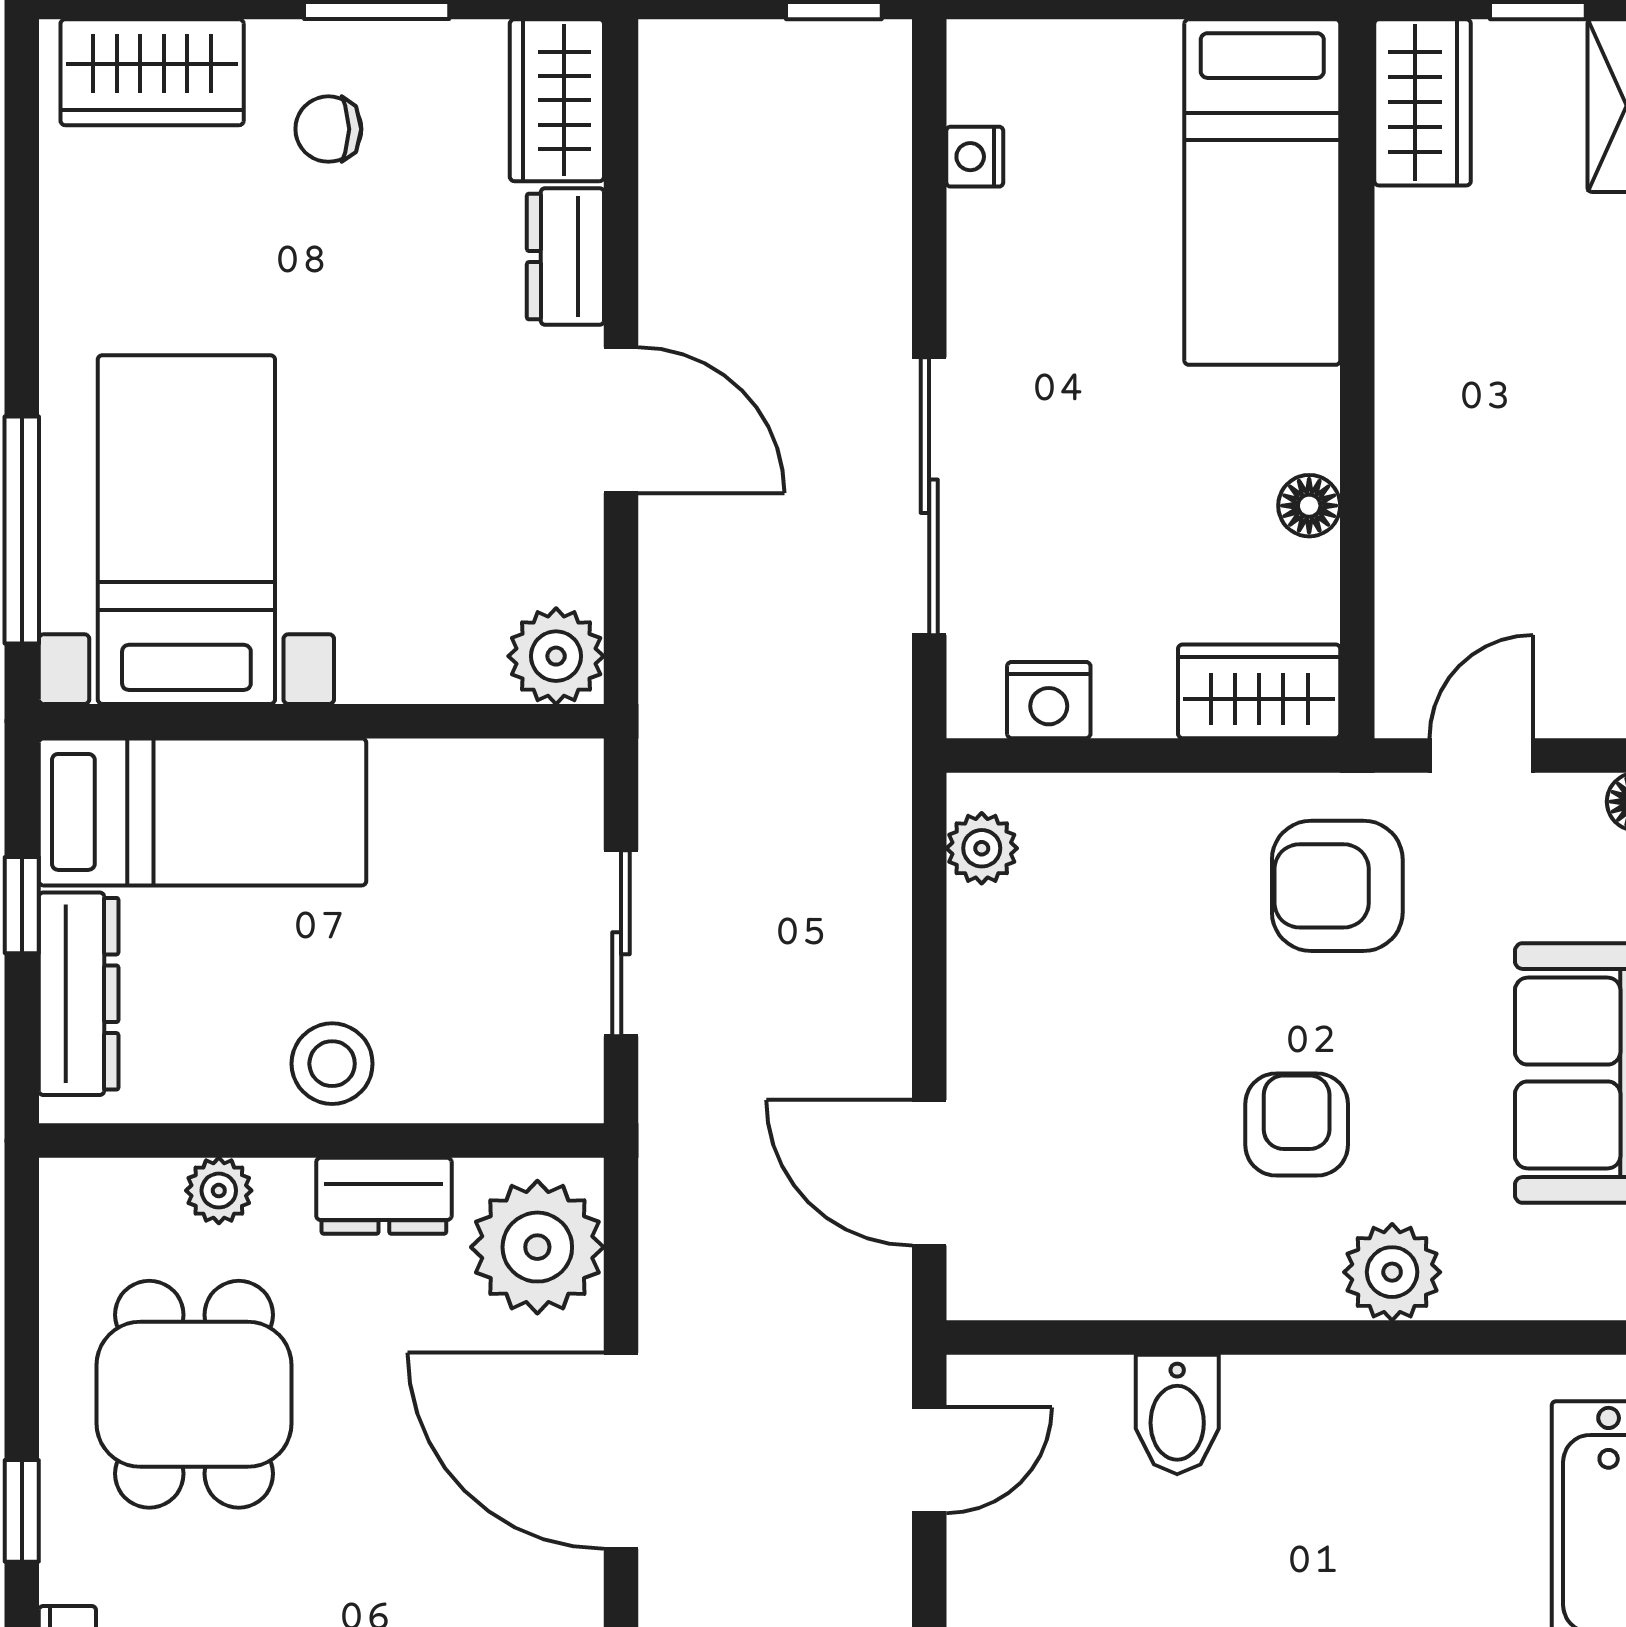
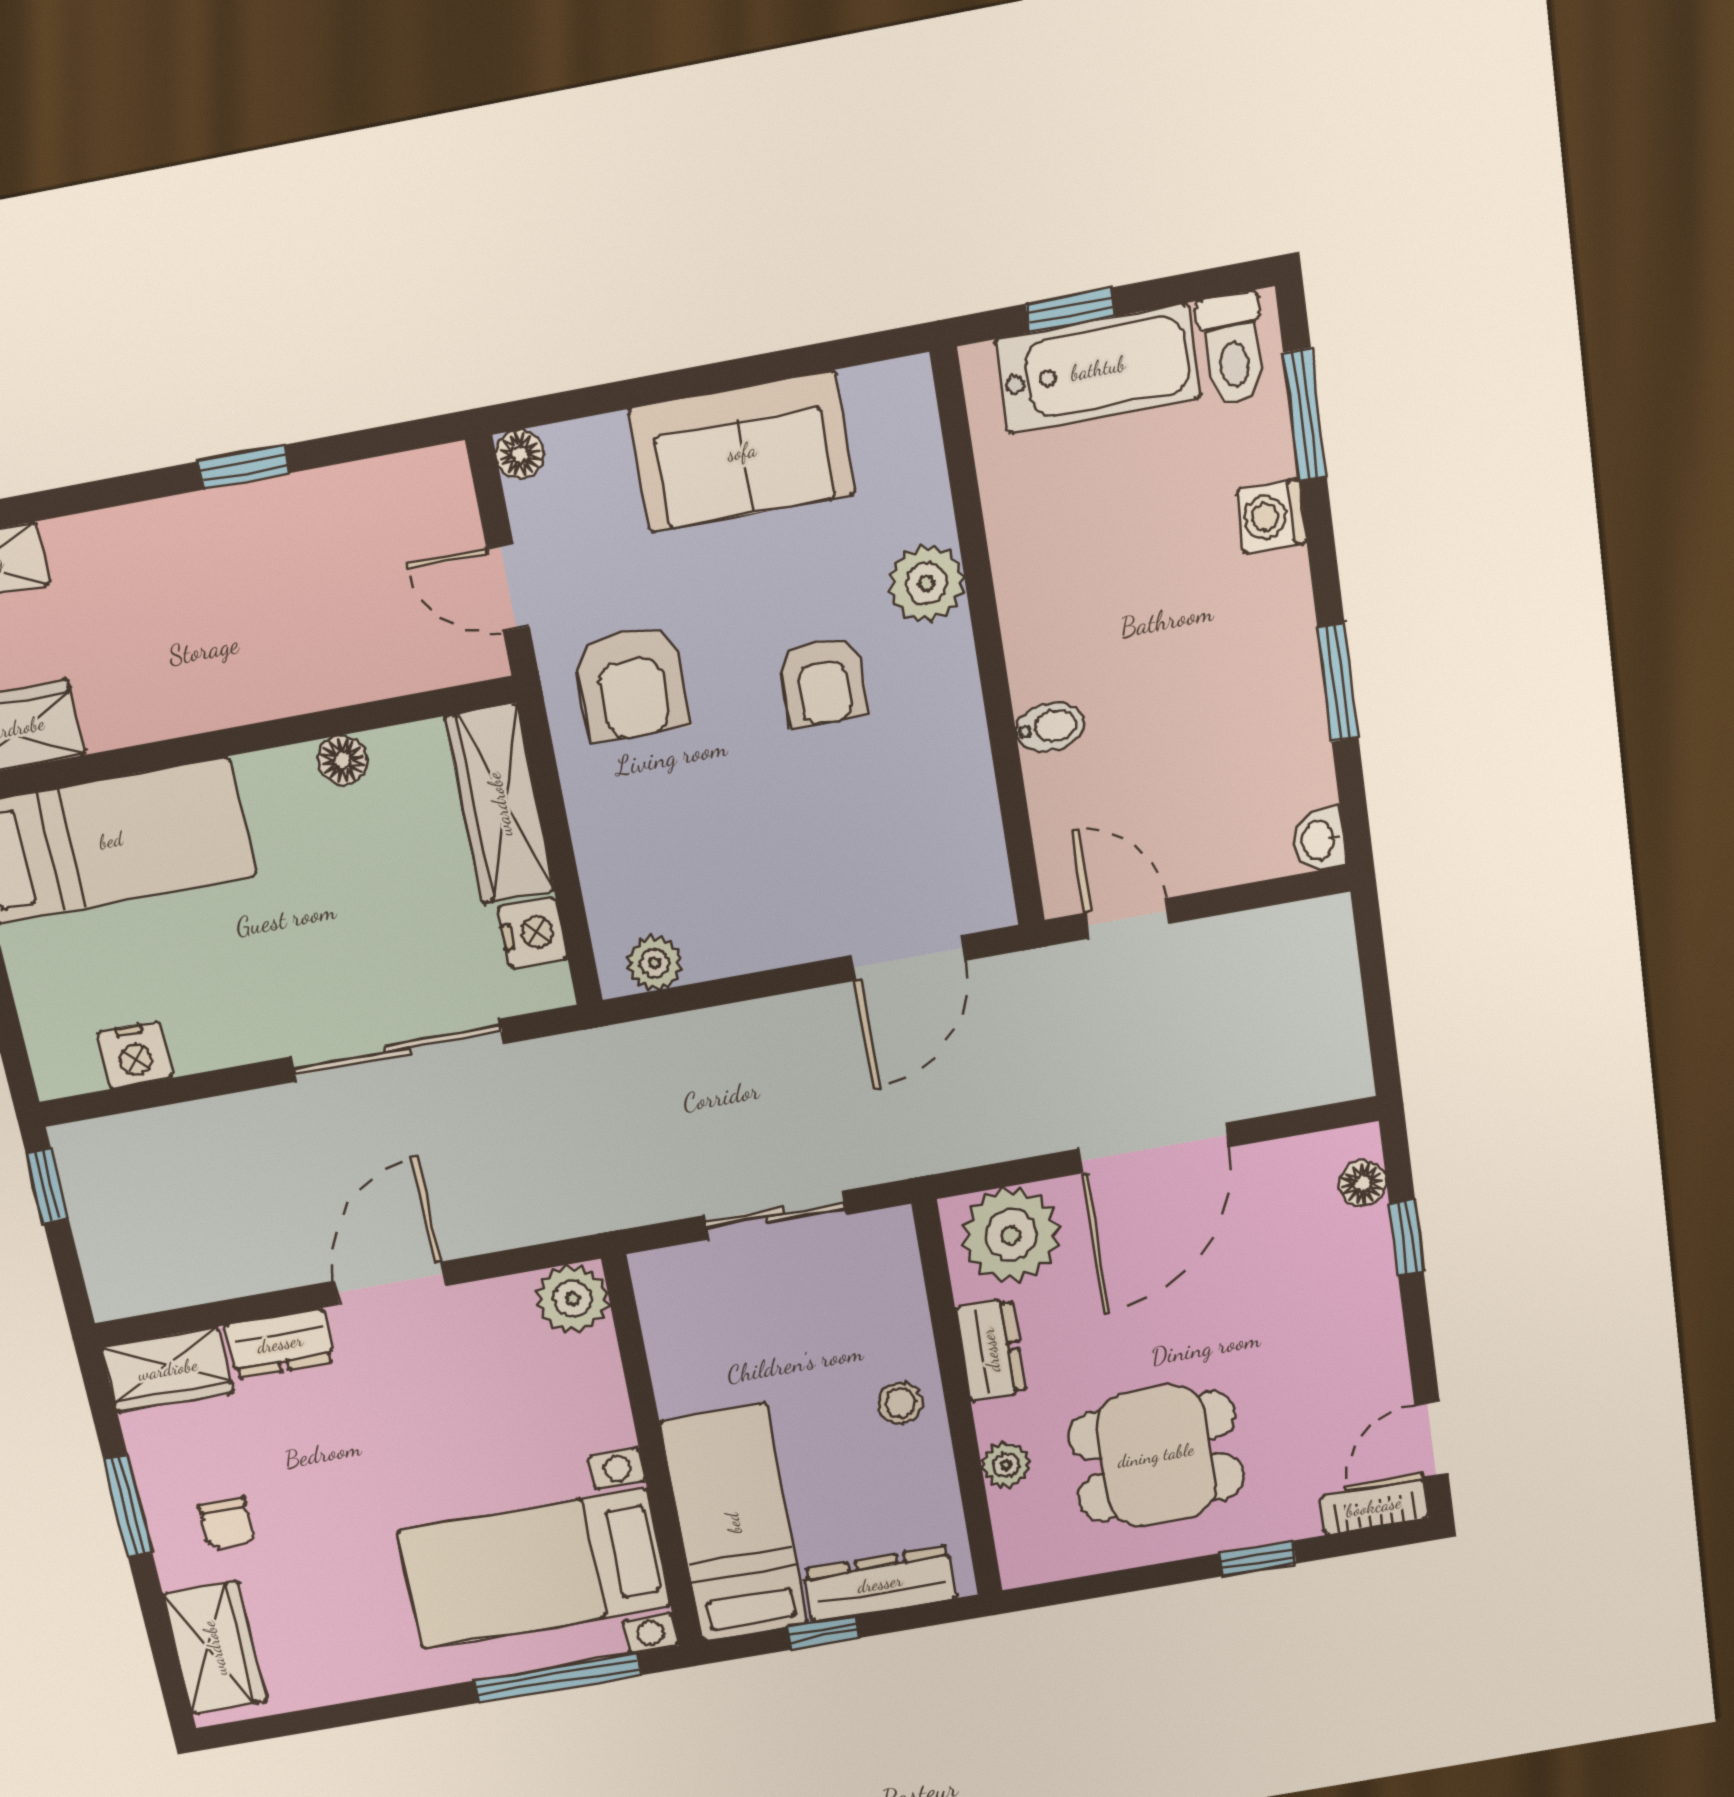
nightstand: (975, 157) -> (135, 1055), width x1.39, depth x1.35
wardrobe: (1259, 691) -> (500, 804), width x1.50
stool: (332, 1064) -> (900, 1403), width x0.73, depth x0.73
armchair: (1297, 1124) -> (823, 681), turned -90
bidet: (1177, 1414) -> (1050, 727), width x0.72, depth x0.74

